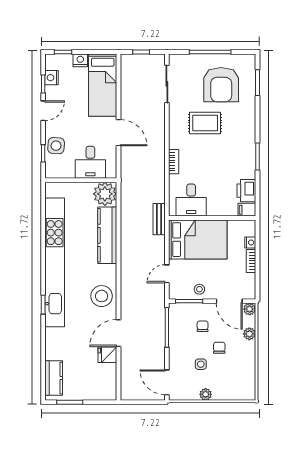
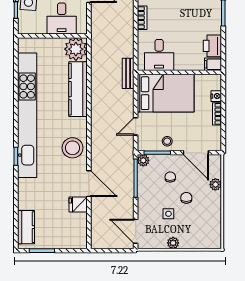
plant: (250, 309) -> (143, 160), moved
door: (119, 333) -> (89, 184), swing flipped

